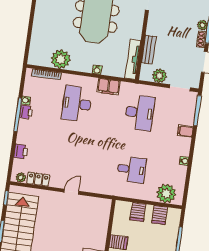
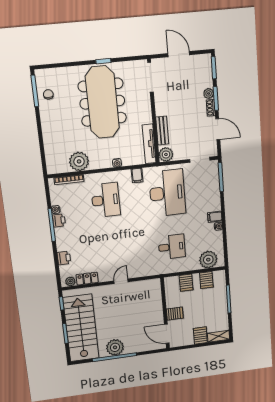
plant: (159, 76) -> (166, 154), moved
filing cabinet: (108, 87) -> (137, 175), width x0.50
desk: (77, 104) -> (106, 200), turned 180
desk: (140, 113) -> (167, 193), width x1.36, depth x1.30
filing cabinet: (185, 131) -> (215, 217), moved

